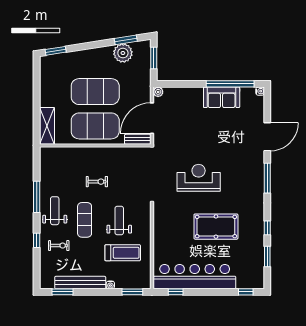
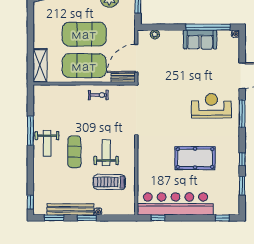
plant: (158, 92) -> (155, 34), moved
reception desk: (199, 178) -> (211, 106), moved
exercise bike: (97, 182) -> (98, 95), moved
weight bench: (55, 211) -> (47, 143), turned 180
window: (37, 240) -> (30, 202), moved
exercise bike: (59, 246) -> (51, 175), removed
treadmill: (123, 253) -> (109, 182), turned 180
window: (132, 292) -> (87, 218), moved

